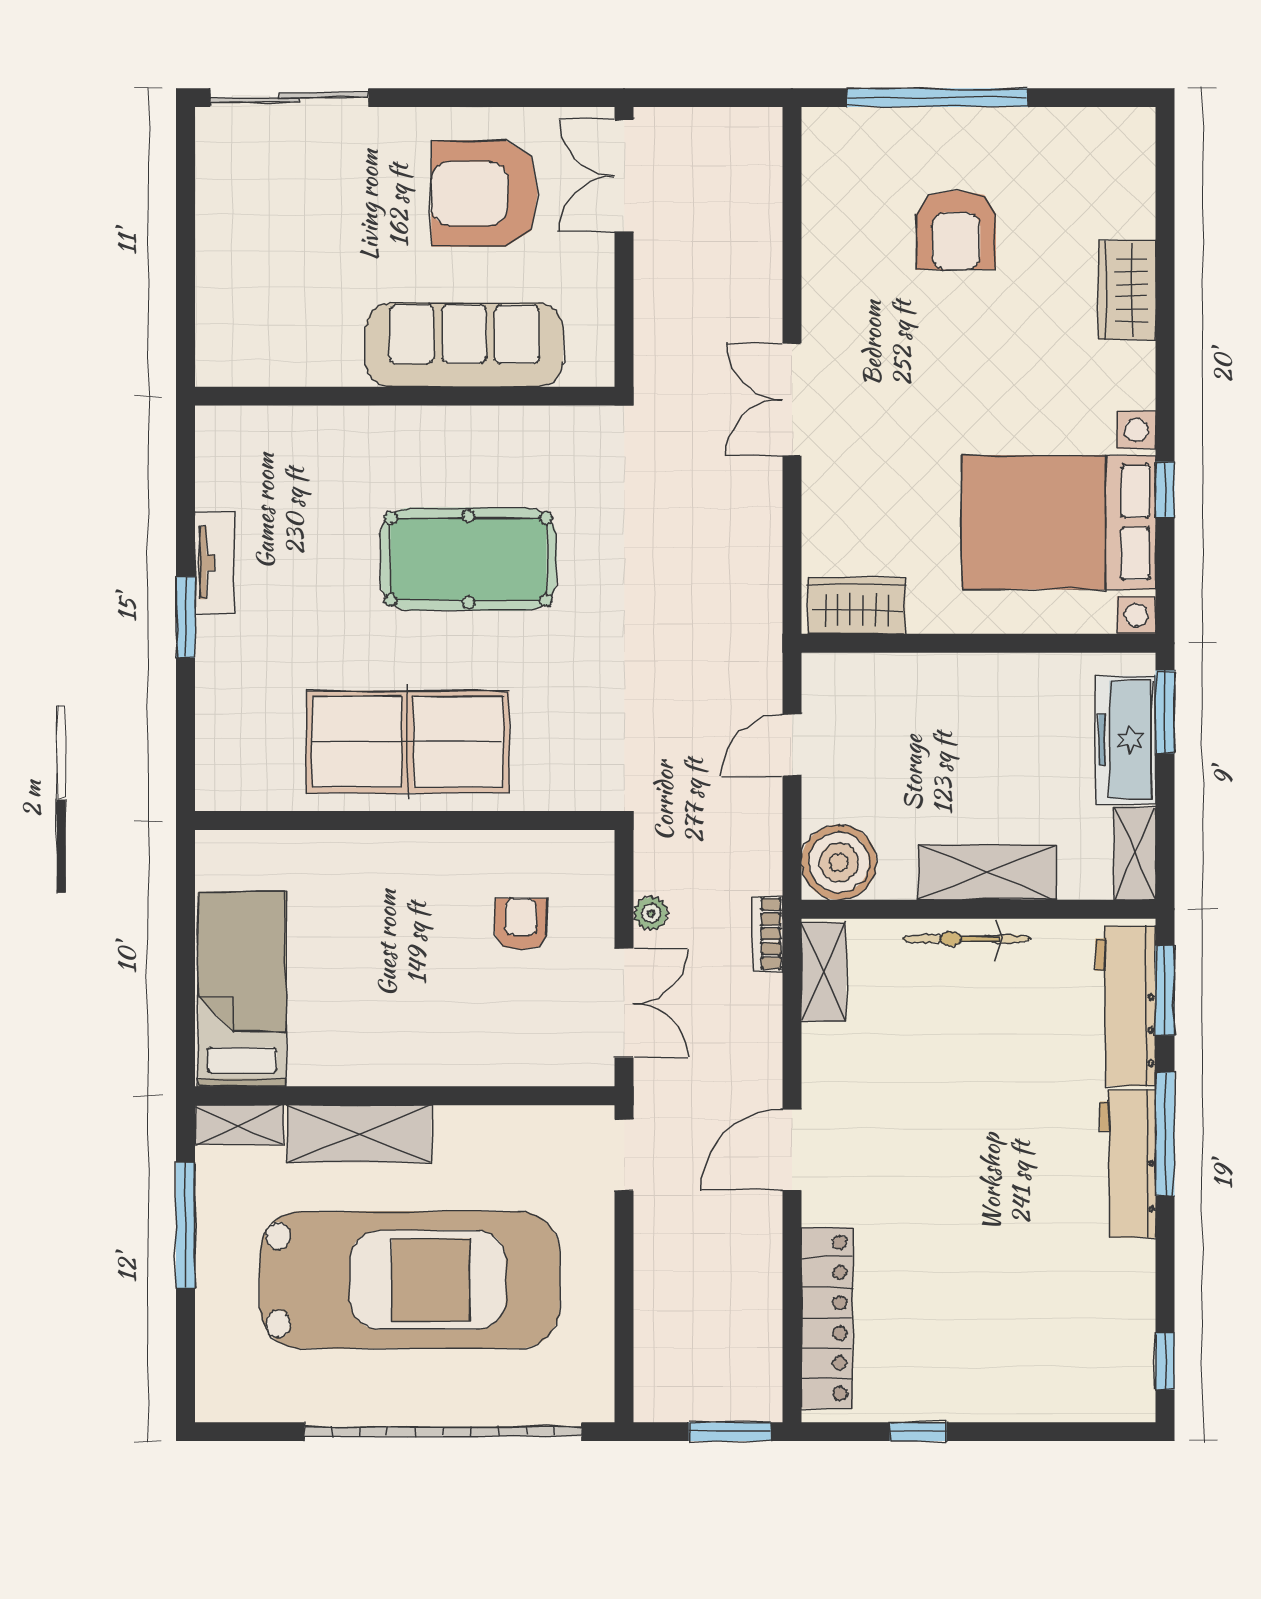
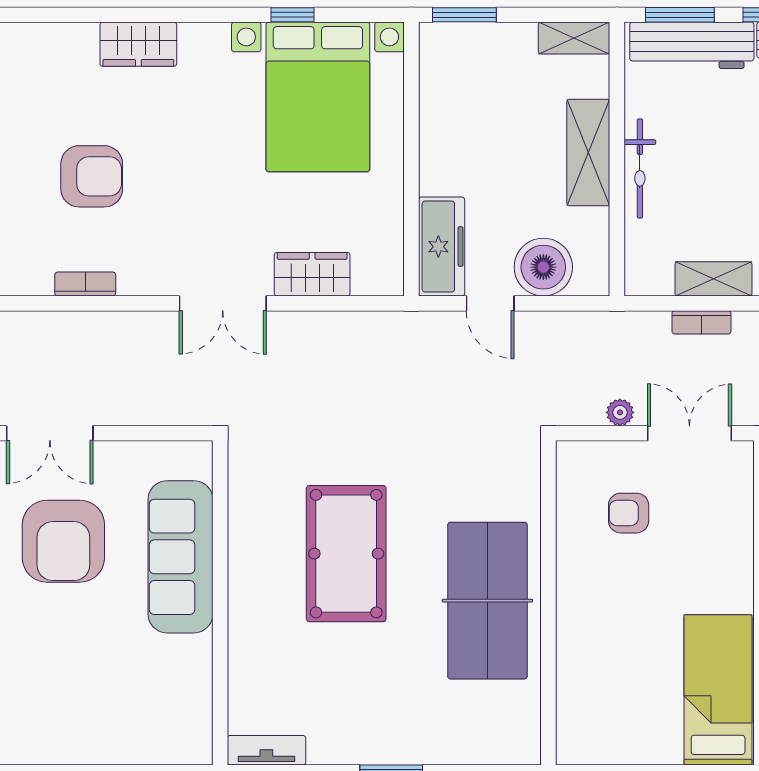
bookcase: (817, 222) -> (85, 284), added
tv unit: (214, 563) -> (266, 750), moved
wardrobe: (857, 606) -> (312, 274), moved, turned 90
freezer: (1126, 740) -> (442, 247), moved, turned -90
boiler: (839, 862) -> (543, 267), moved
bookcase: (767, 934) -> (701, 322), moved
shelving: (824, 972) -> (713, 279), moved
bed: (242, 989) -> (718, 690), moved, turned 90

